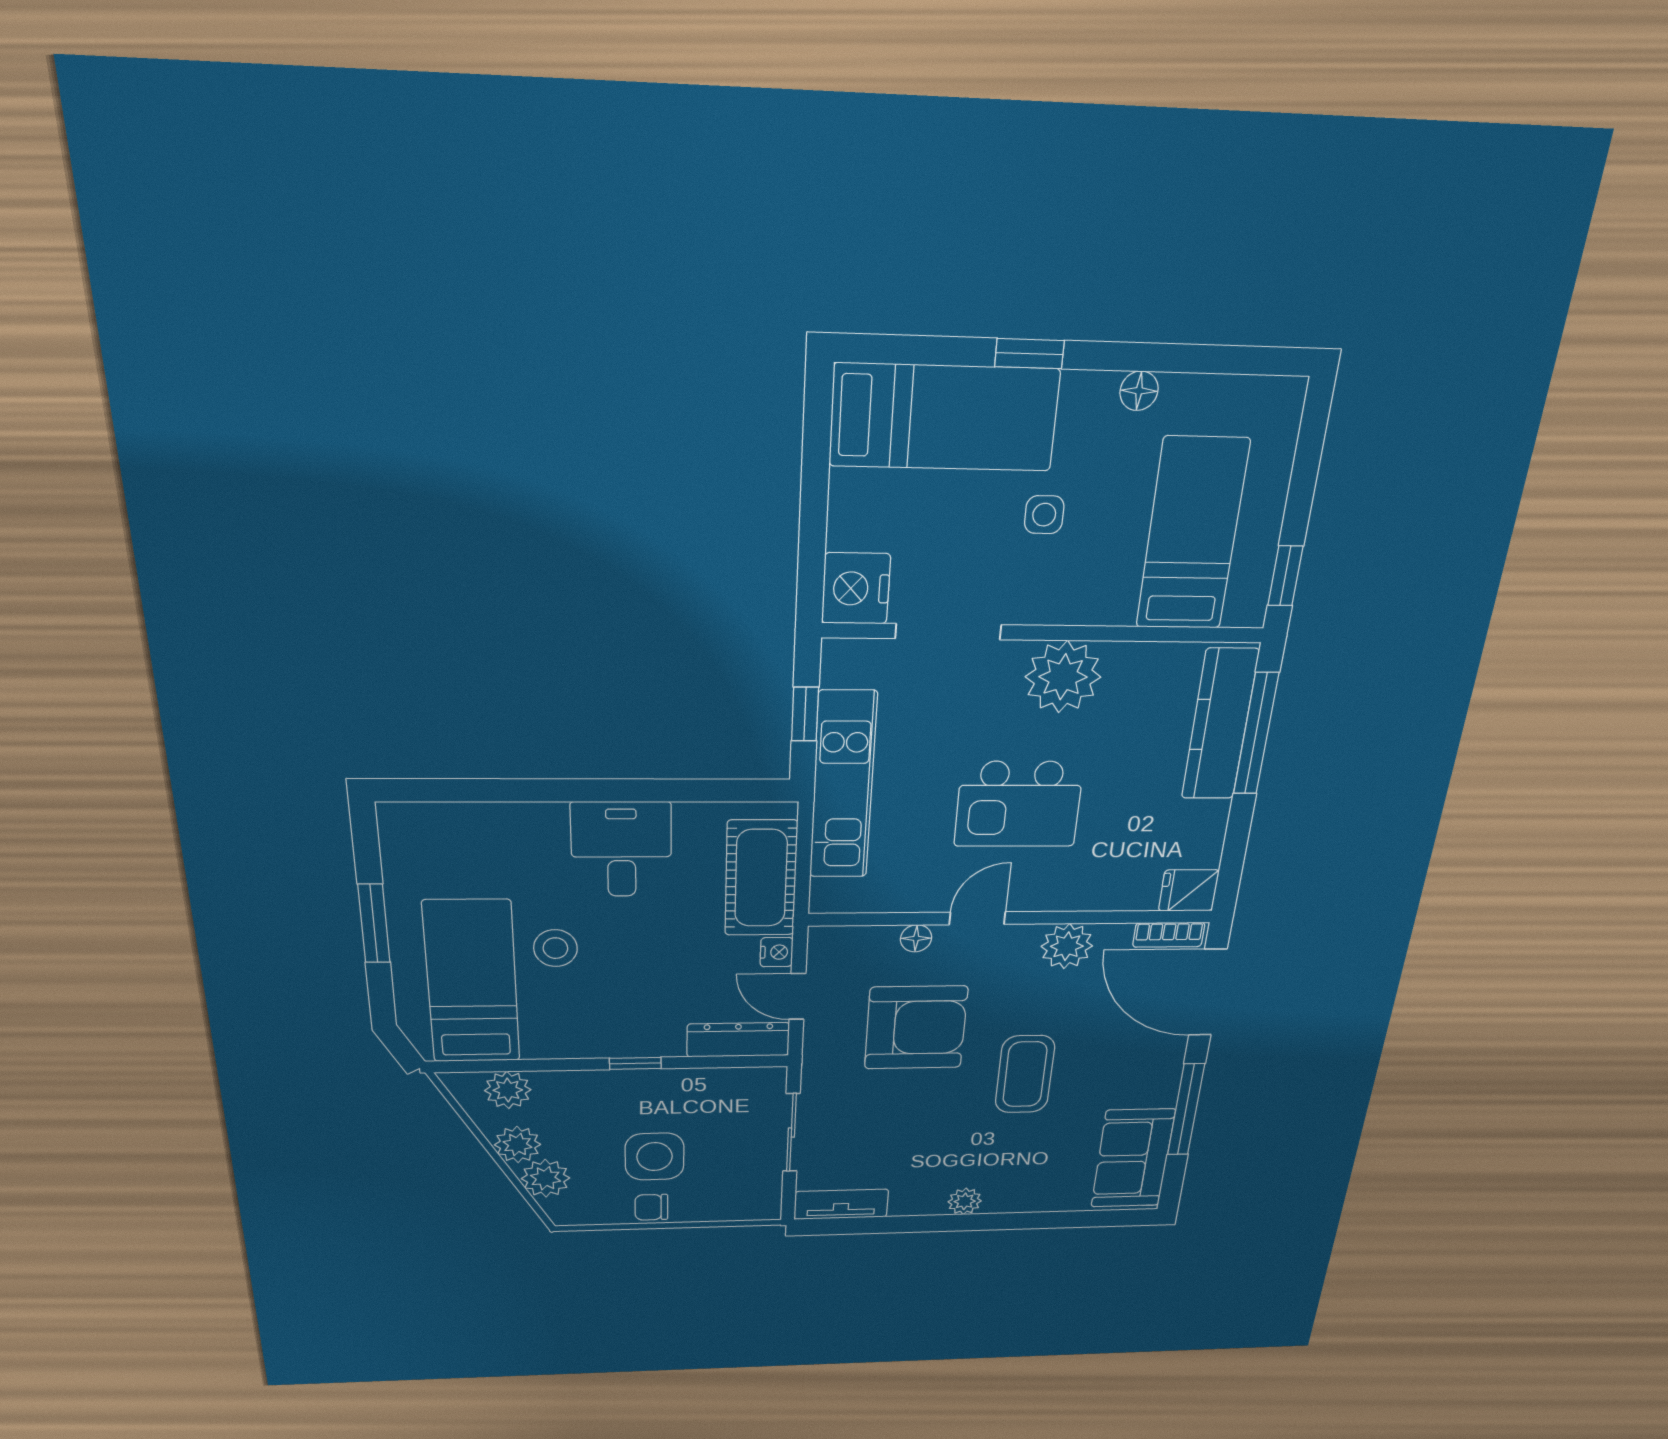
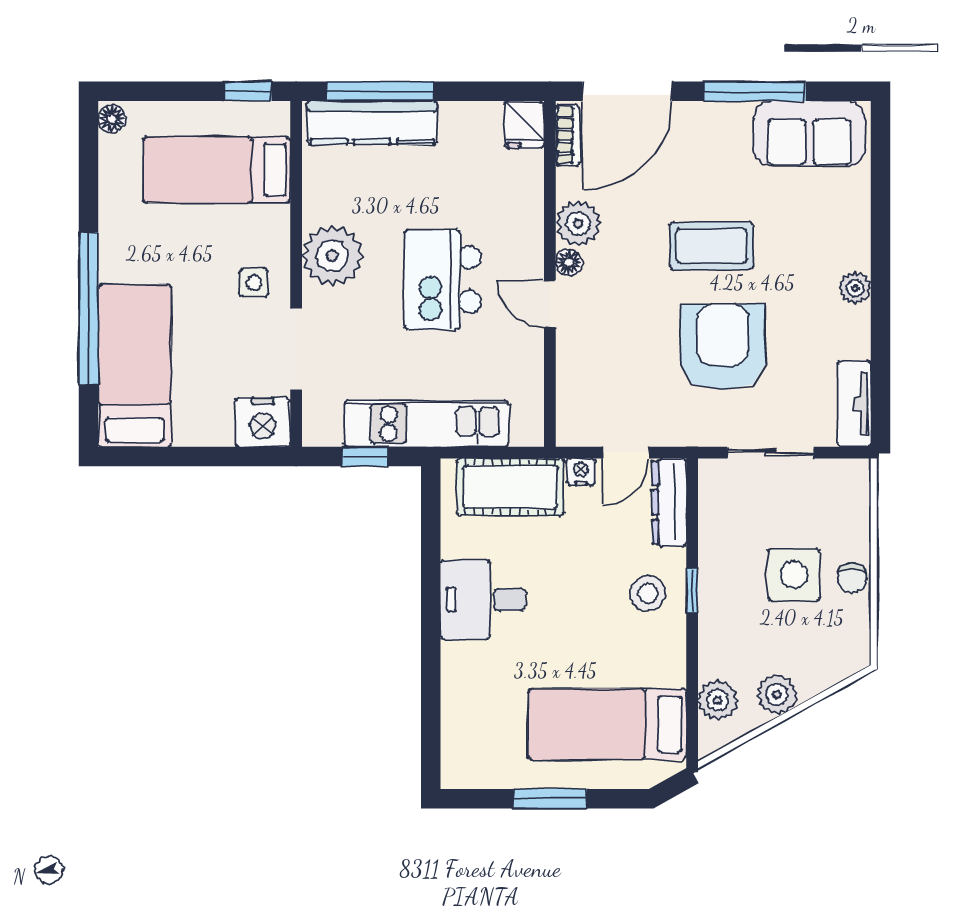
window: (1029, 354) -> (88, 308), width x3.17
floor lamp: (1139, 391) -> (112, 119), moved
side table: (1044, 515) -> (254, 283), moved
kitchen island: (1019, 804) -> (443, 280), turned 180
floor lamp: (916, 938) -> (569, 262), moved
stool: (555, 948) -> (648, 593), moved
armchair: (916, 1028) -> (723, 347), moved
plant: (546, 1178) -> (815, 671), removed

